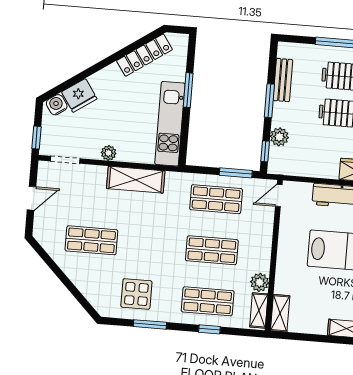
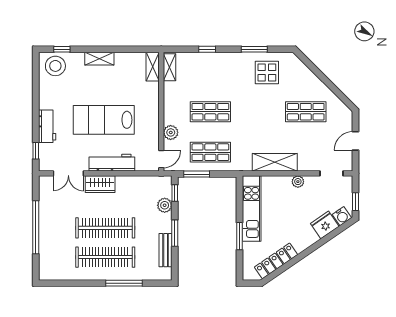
window: (37, 138) -> (356, 202), moved
plant: (260, 282) -> (171, 132), moved
shop shelf: (208, 301) -> (210, 71), removed

